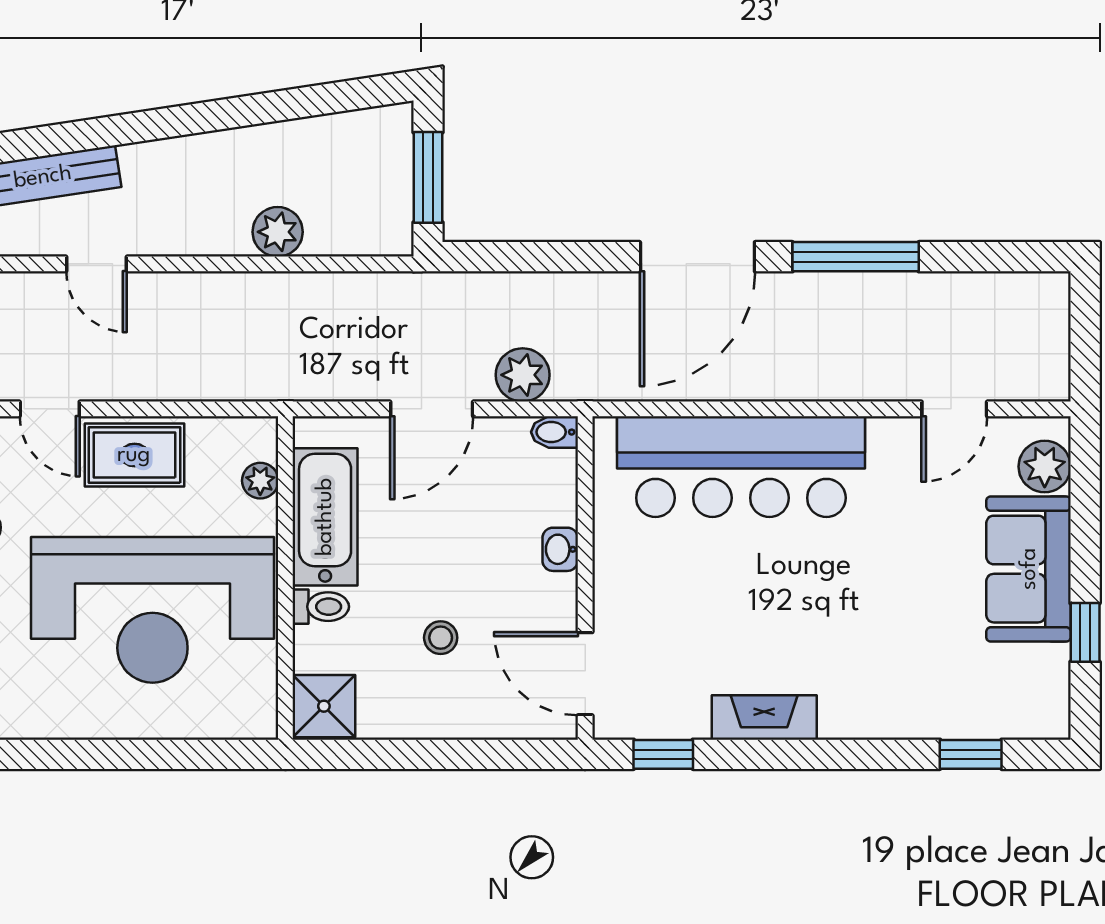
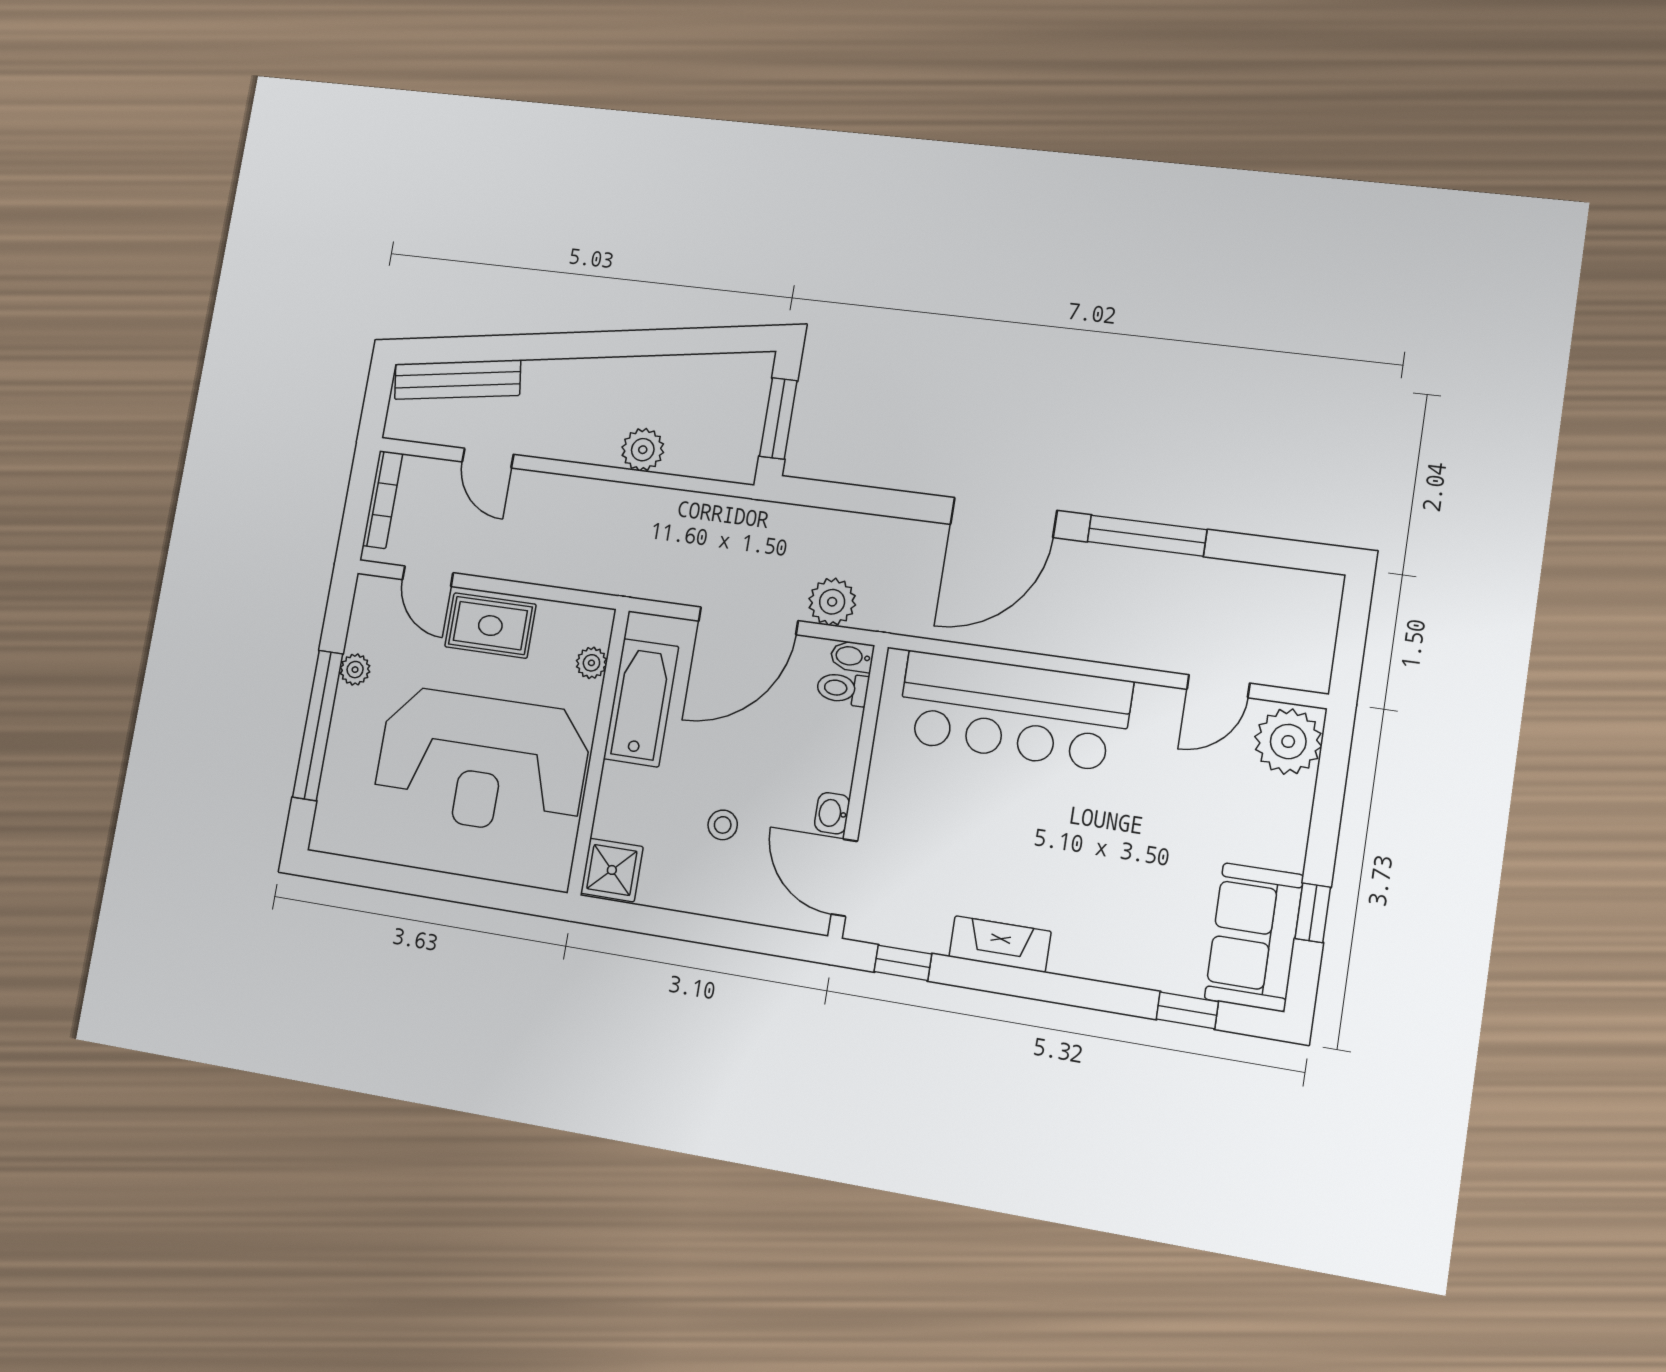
door: (432, 409) -> (748, 621), width x1.36
plant: (1045, 467) -> (1288, 742), width x1.36, depth x1.36
washbasin: (560, 549) -> (832, 813), moved
sofa: (1029, 569) -> (1254, 937), moved
toilet: (321, 607) -> (843, 689), moved, turned 180

